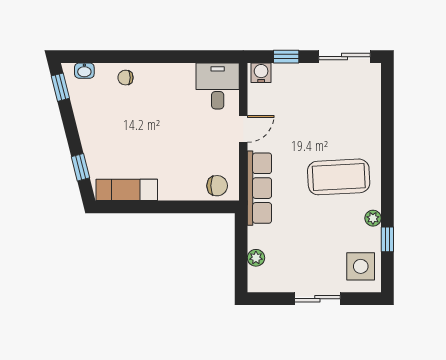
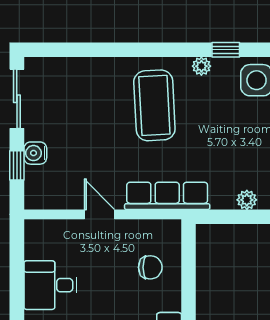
water cooler: (261, 73) -> (35, 153), moved
desk: (218, 86) -> (50, 285), moved
chair: (217, 186) -> (150, 267), moved, turned 90

